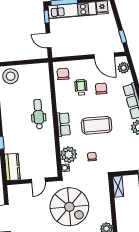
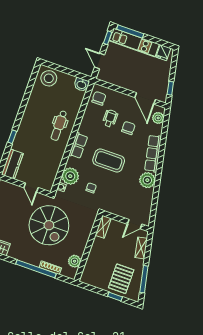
washbasin: (42, 69) -> (81, 85), added
dental chair: (38, 114) -> (59, 126), turned 180
door: (38, 180) -> (31, 188), hinge flipped

